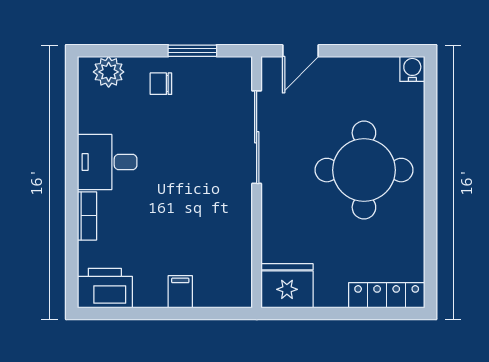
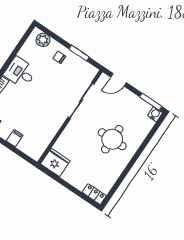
window: (389, 51) -> (151, 102), added
round table: (364, 170) -> (112, 139), width x0.73, depth x0.73
locker: (387, 295) -> (94, 194), width x0.66

